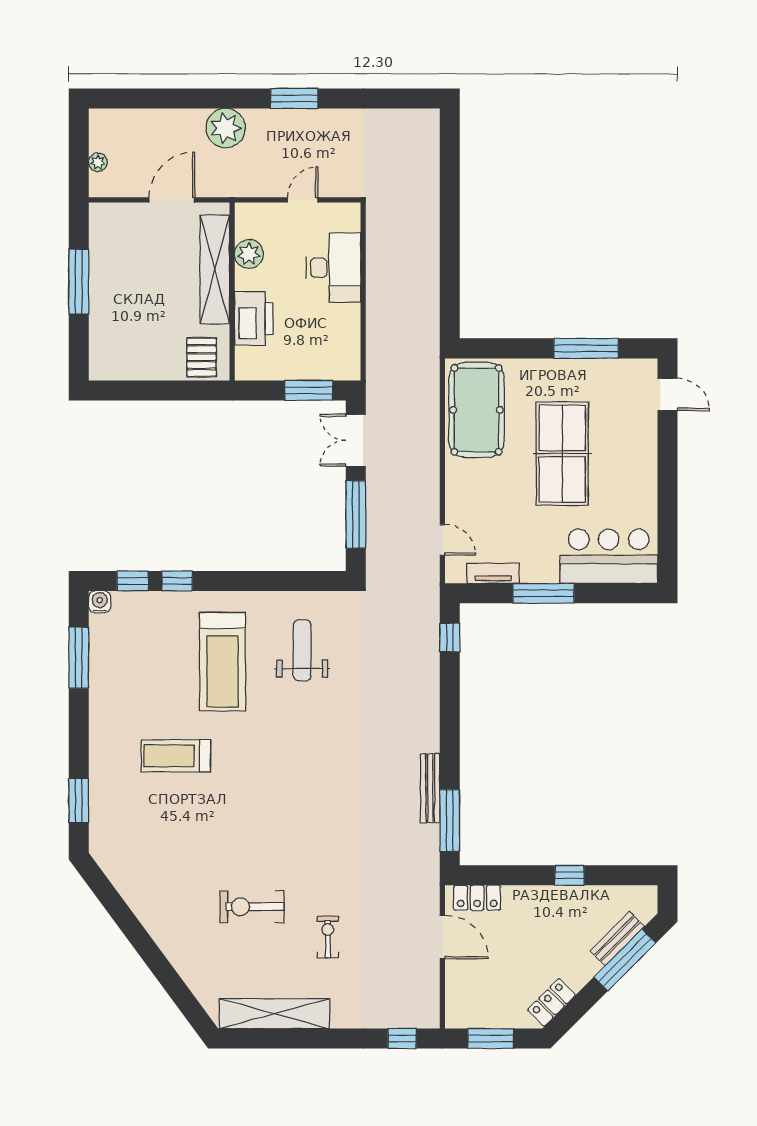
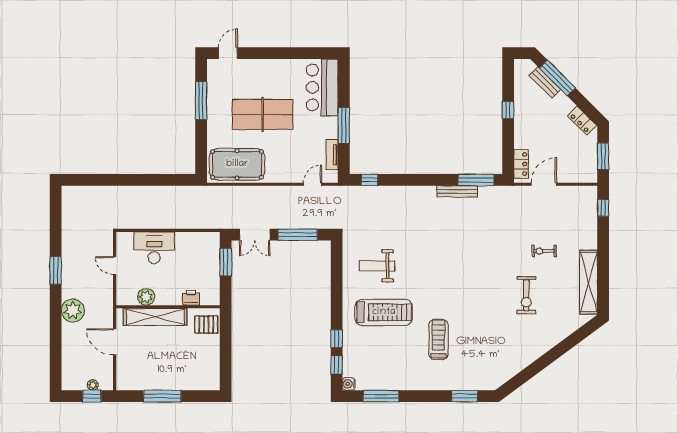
window: (79, 161) -> (92, 396), added
printer: (254, 318) -> (191, 298), width x0.53, depth x0.68
treadmill: (176, 756) -> (438, 340), turned 180

